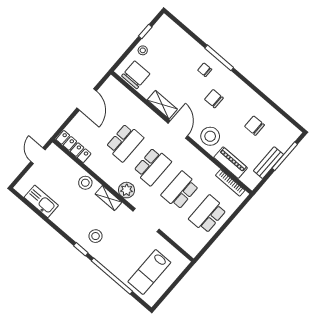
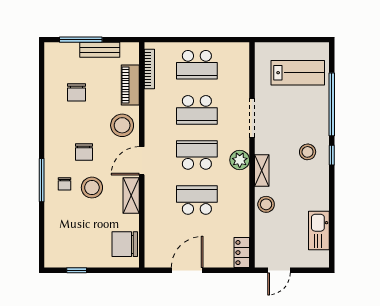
stool: (143, 50) -> (92, 188), moved, width x1.89, depth x1.89
locker: (73, 147) -> (242, 253), width x0.66

